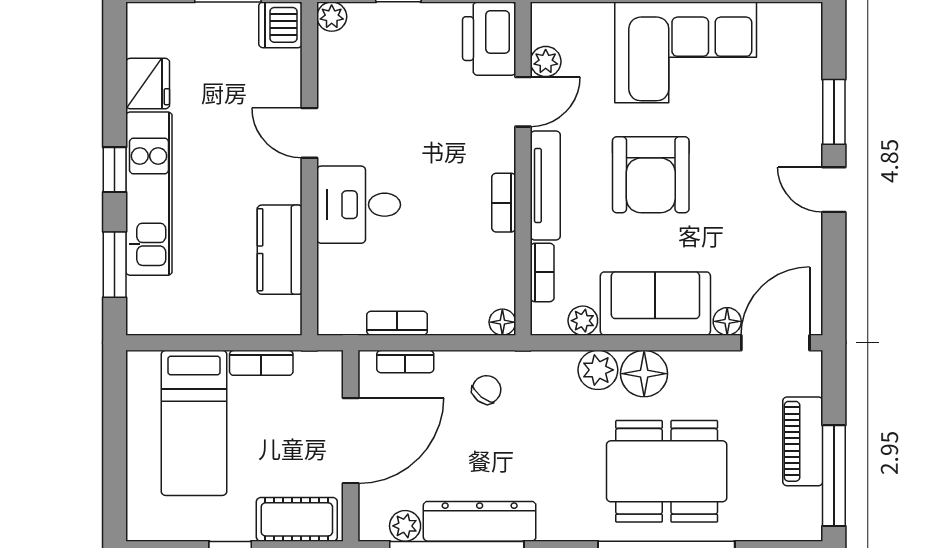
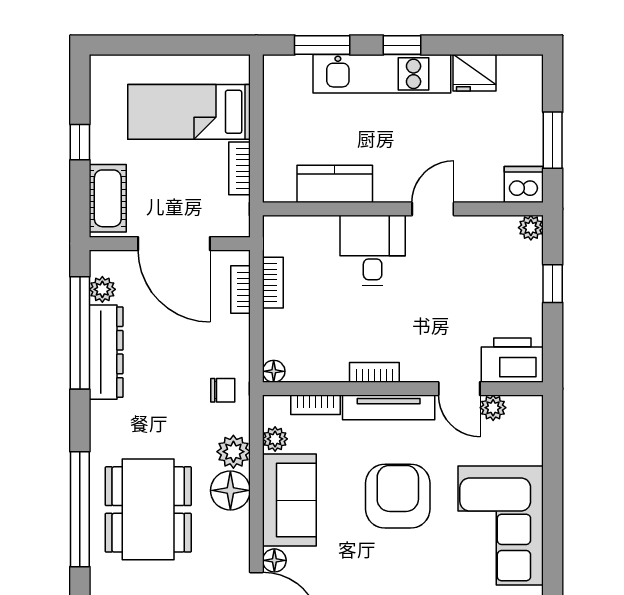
armchair: (651, 175) -> (398, 496), turned 90
chair: (487, 390) -> (223, 390), moved, turned -38

